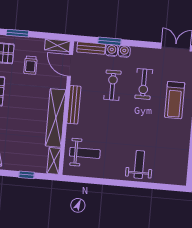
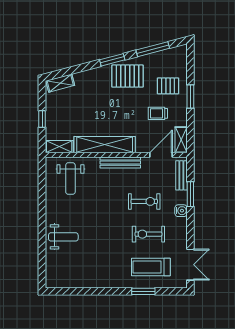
water cooler: (112, 50) -> (181, 197), removed
treadmill: (175, 100) -> (151, 267), moved

